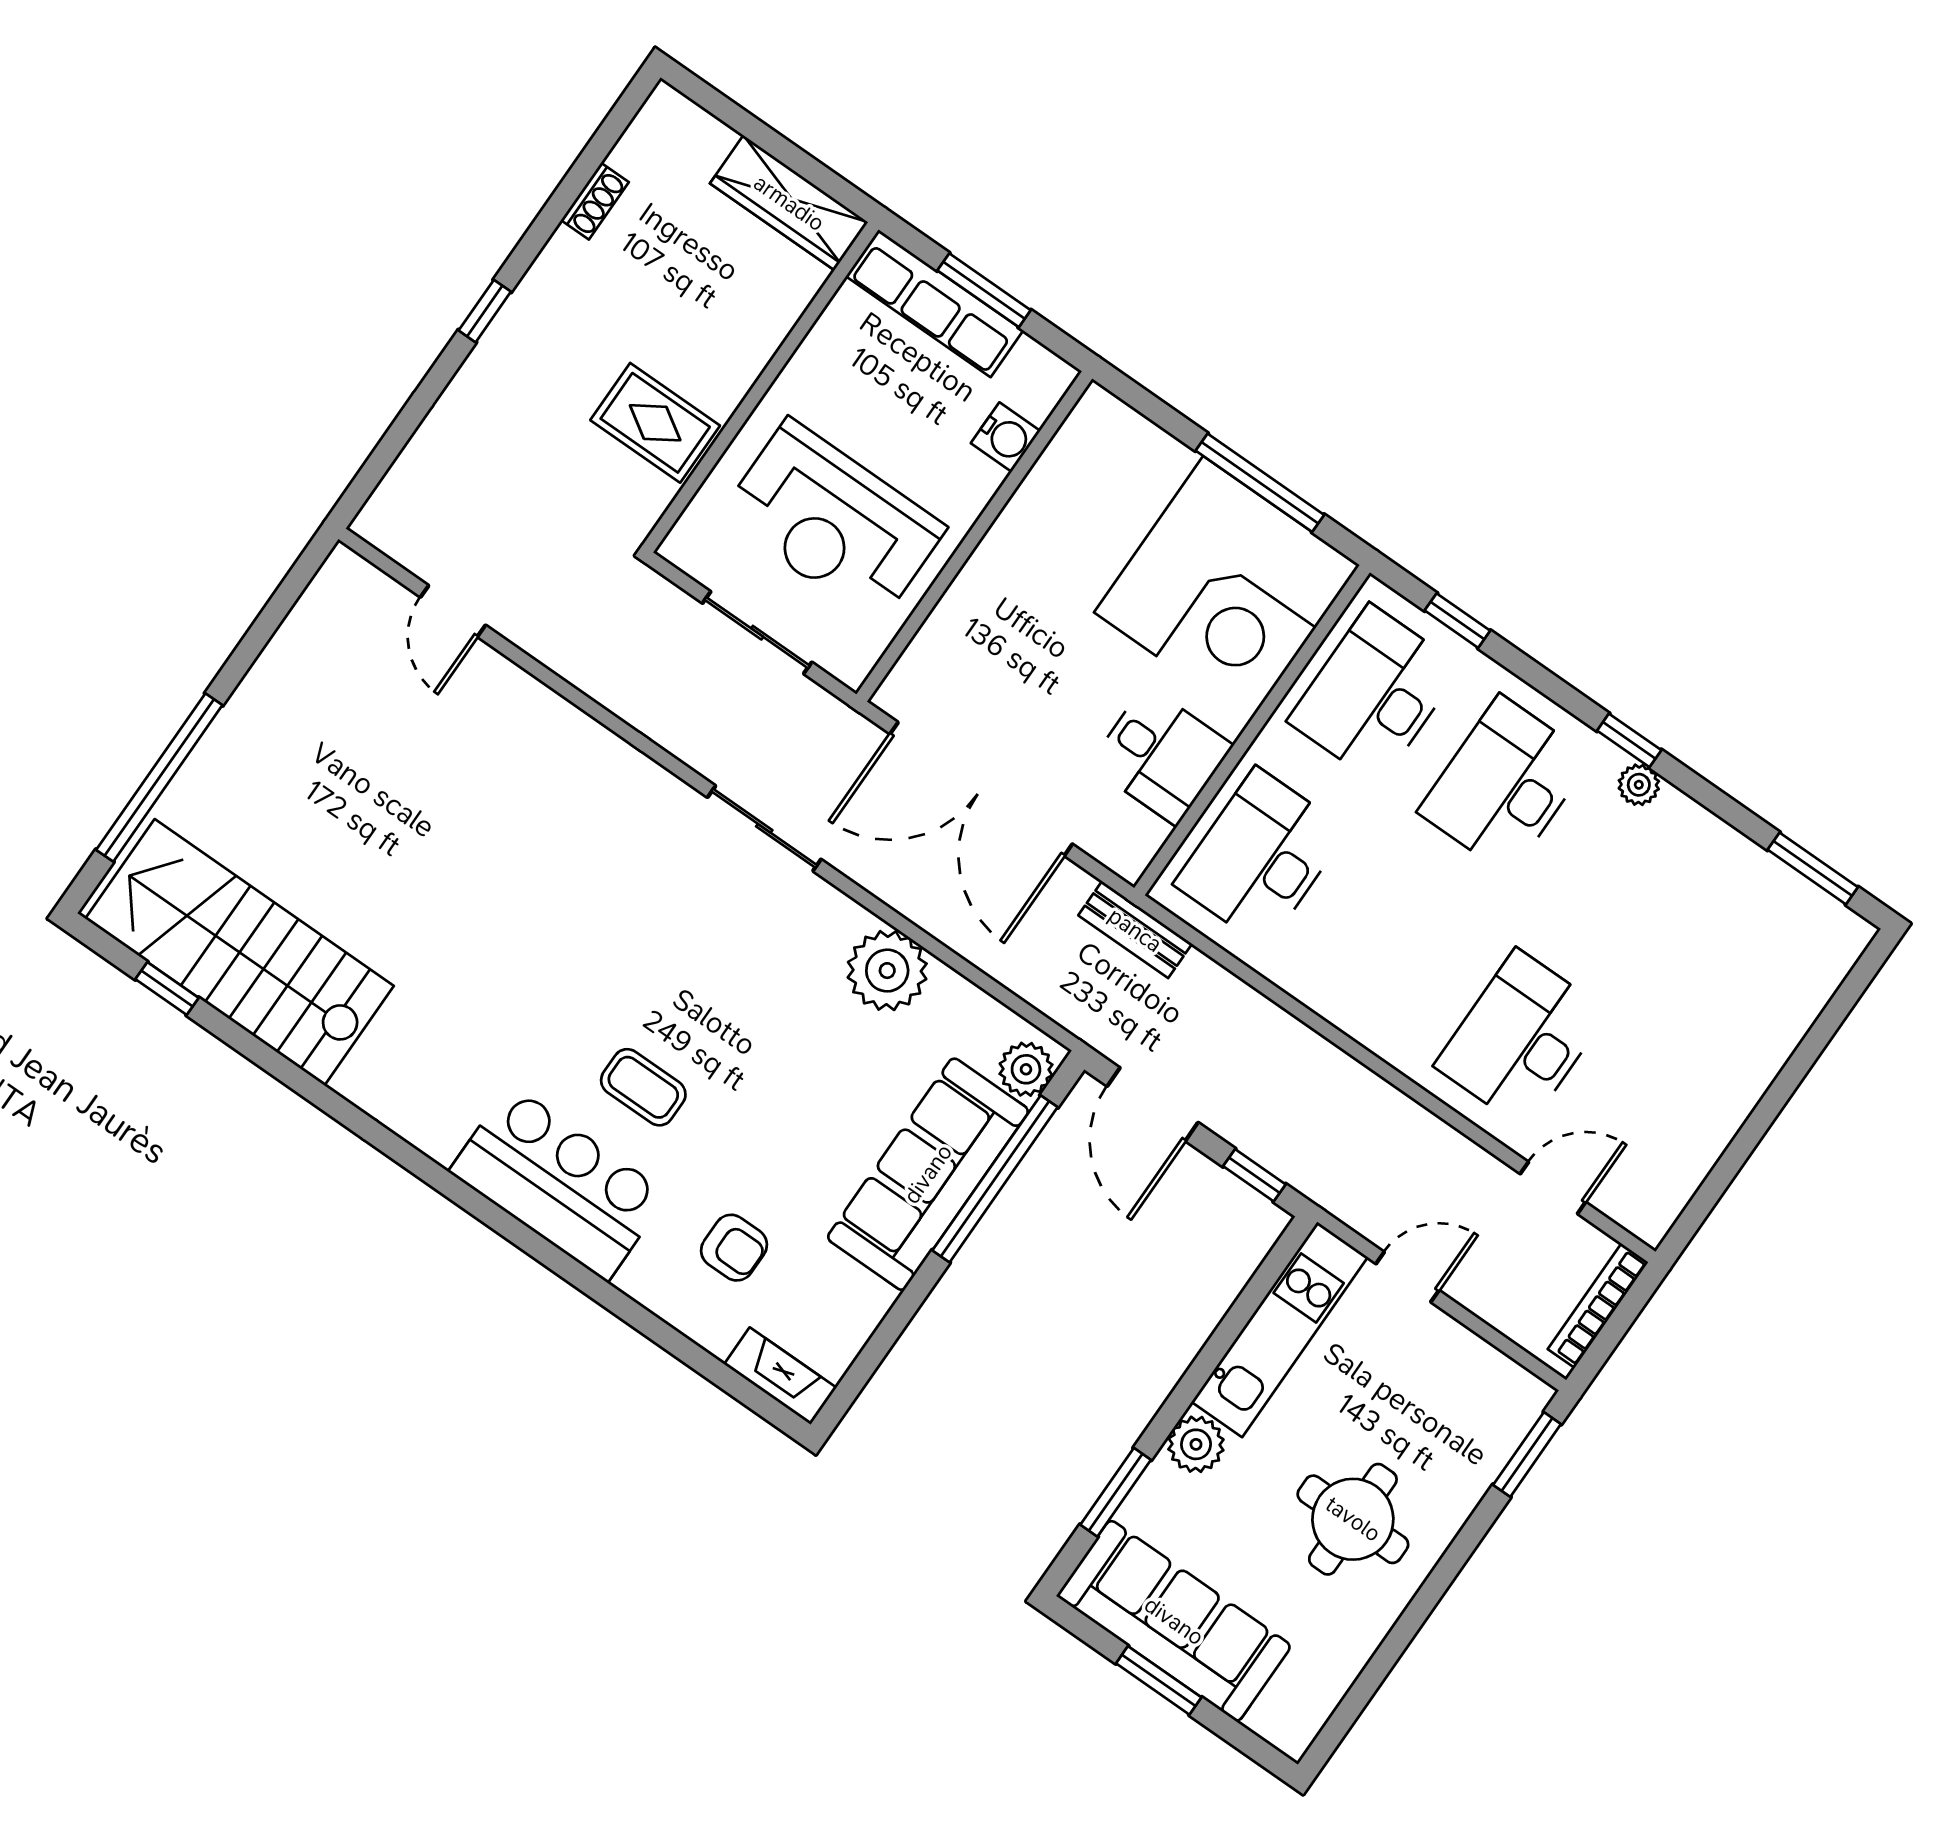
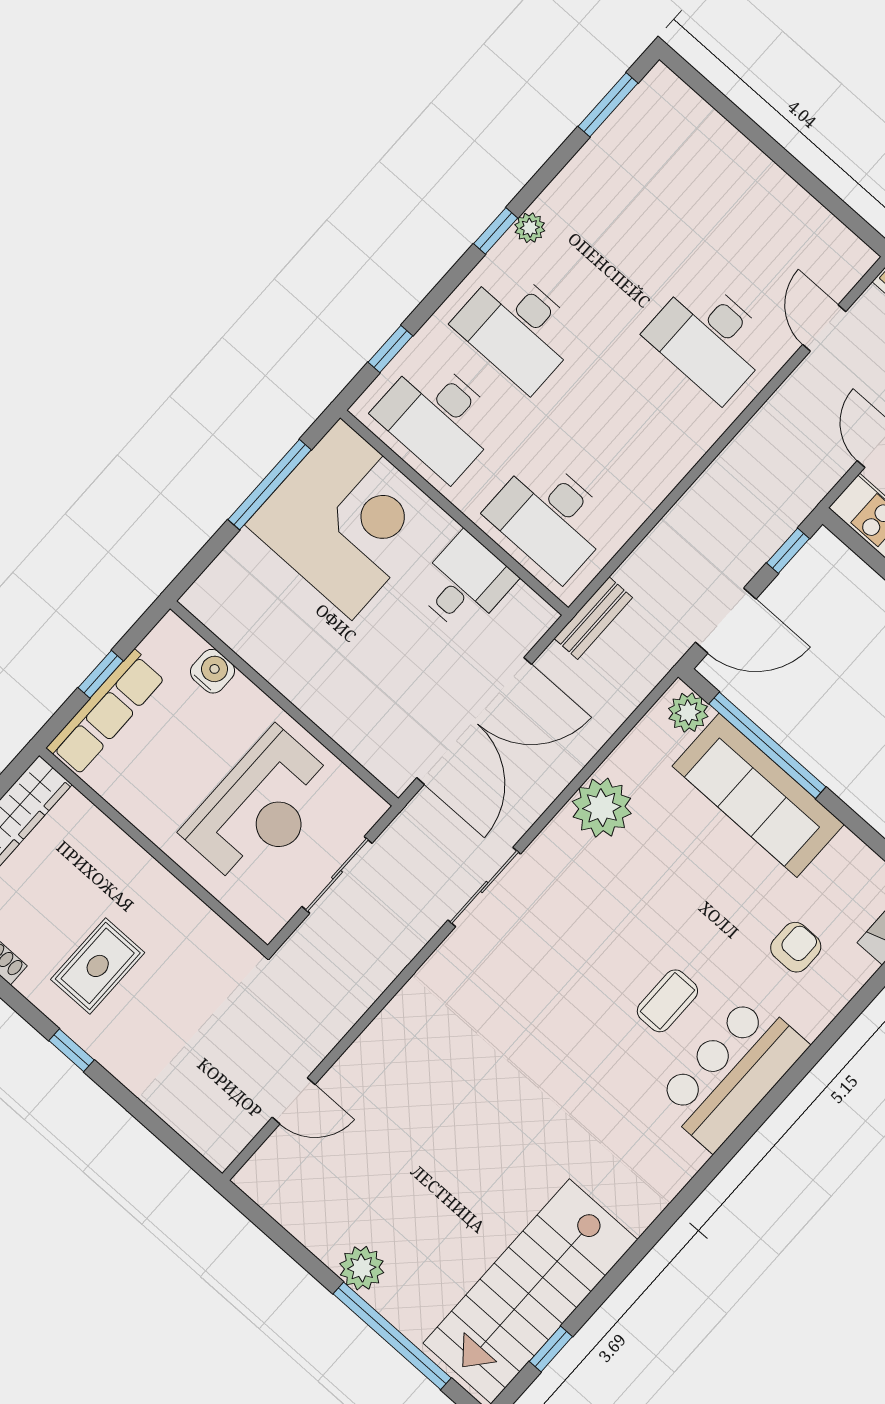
window: (984, 290) -> (101, 674), width x0.67
rug: (655, 423) -> (98, 966), moved
plant: (244, 727) -> (362, 1268), added

